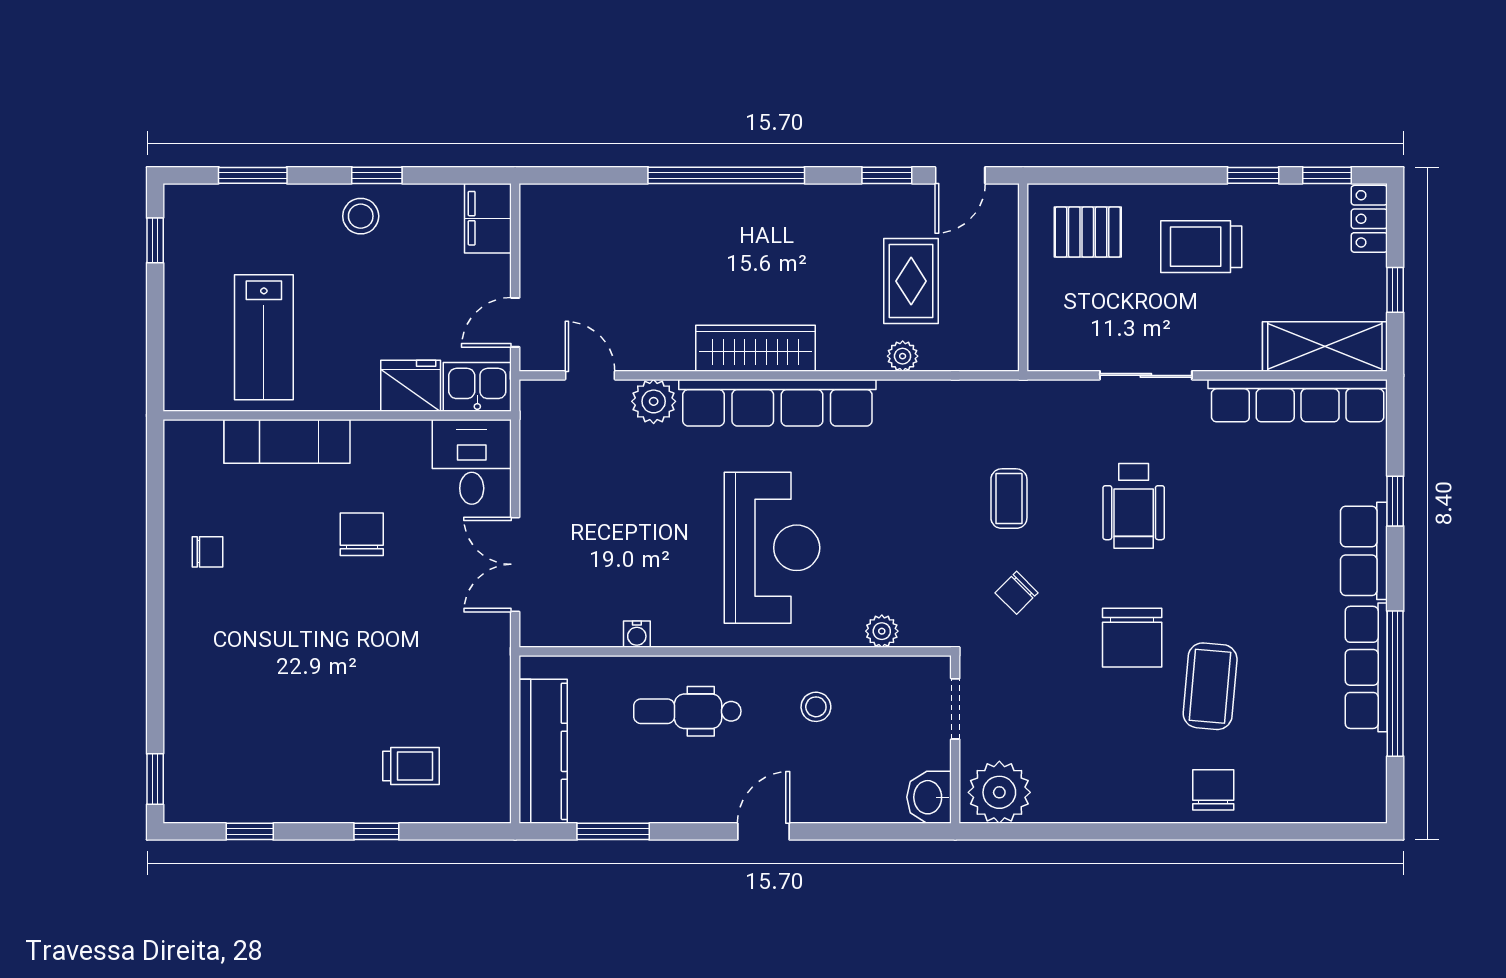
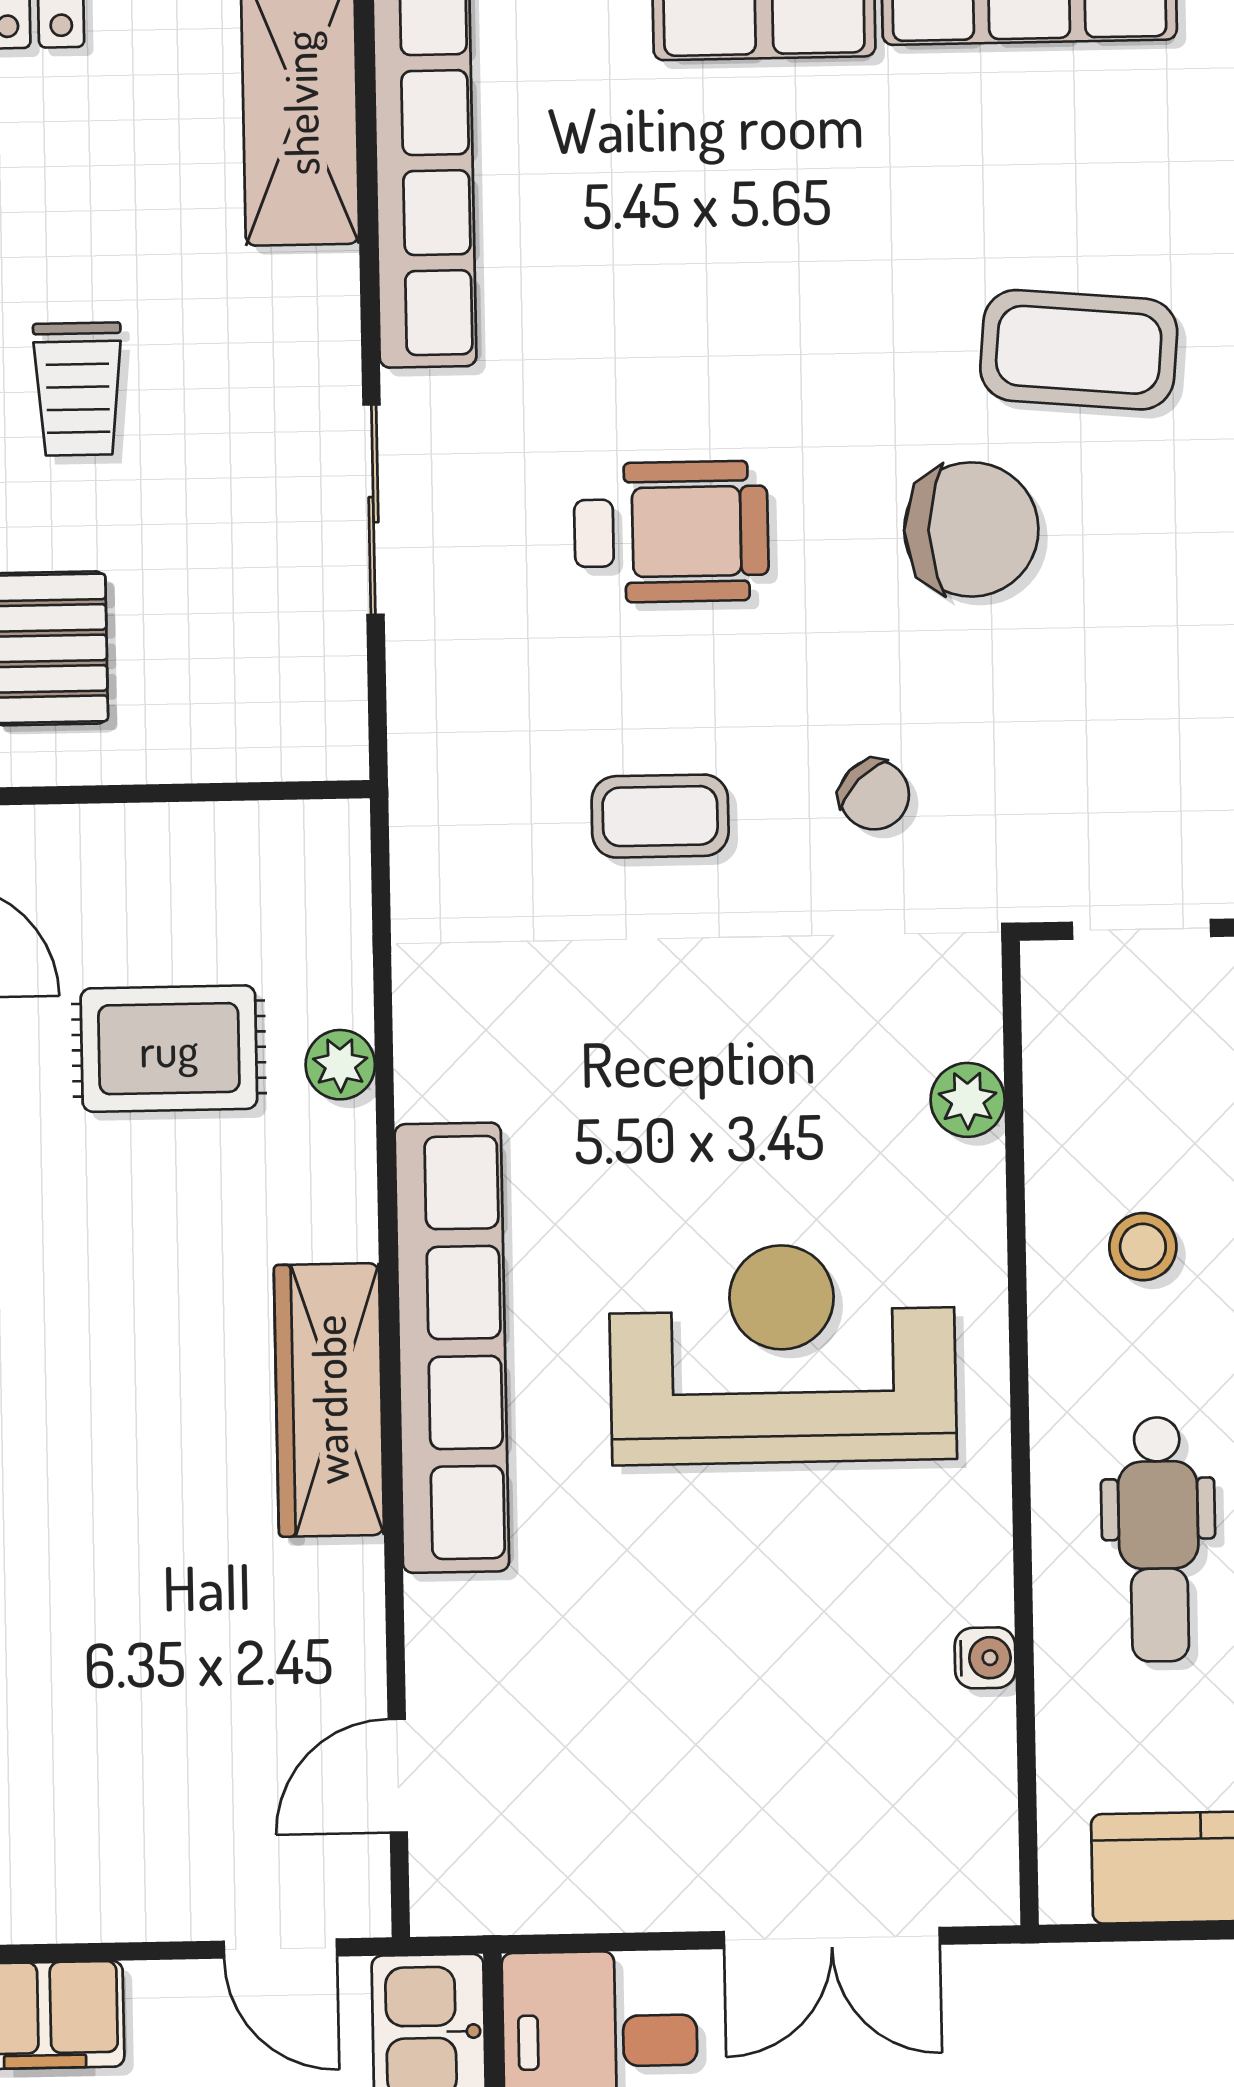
trolley: (1201, 247) -> (78, 389), width x0.73, depth x0.72
plant: (654, 401) -> (454, 1630), removed

